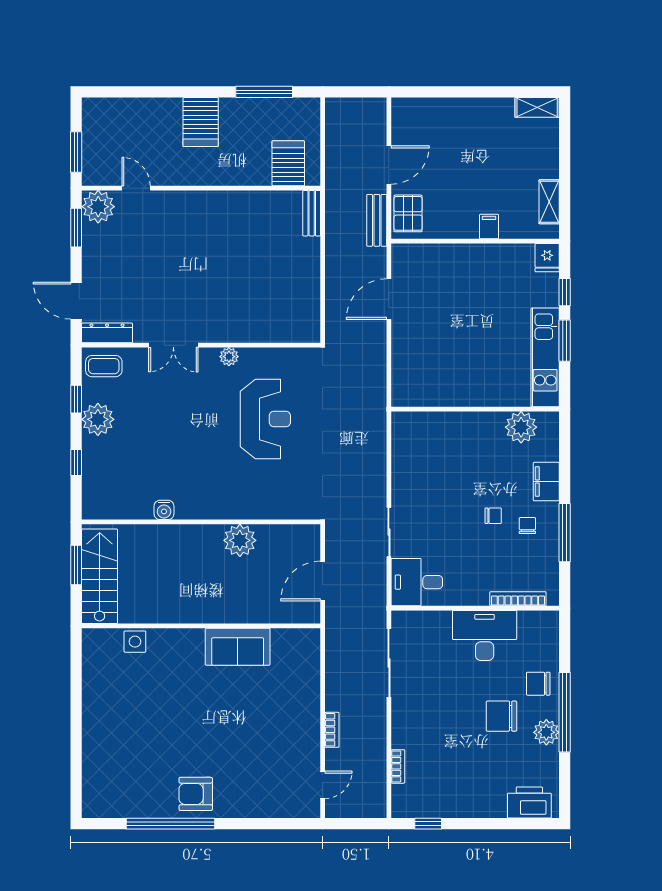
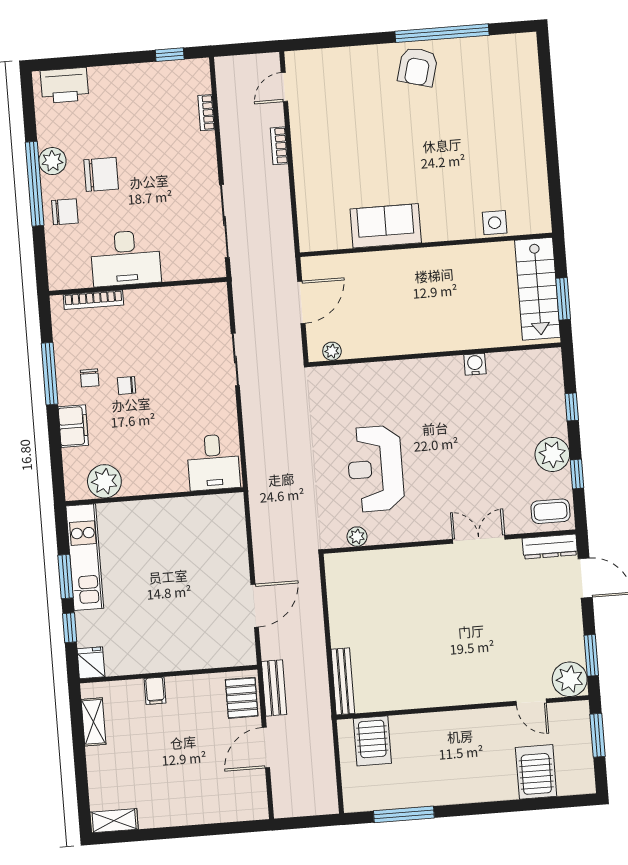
server rack: (201, 122) -> (536, 772), moved
bench: (312, 213) -> (343, 681), width x1.36
plant: (229, 357) -> (357, 537), moved
plant: (240, 540) -> (332, 351), moved, width x0.53, depth x0.53
desk: (417, 582) -> (213, 462), moved, turned 90
armchair: (196, 794) -> (418, 67), turned 105

